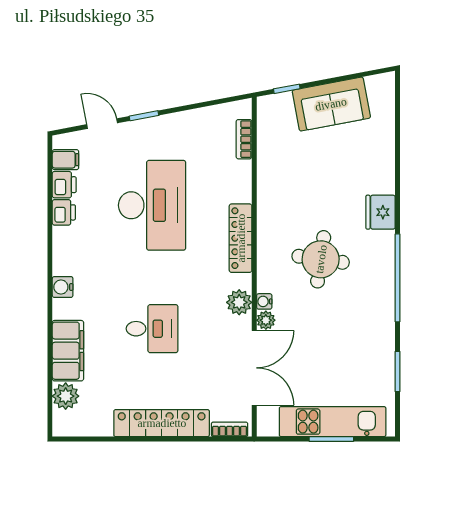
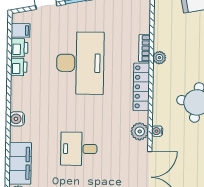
bookcase: (244, 139) -> (144, 48), moved
plant: (266, 320) -> (159, 58), moved
desk: (152, 329) -> (79, 149), turned 180

